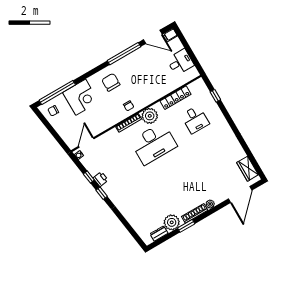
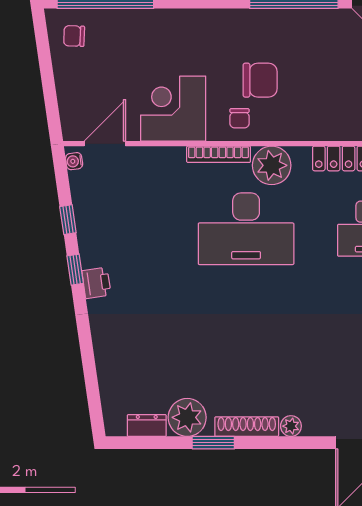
chair: (111, 82) -> (260, 80), moved, turned 90
corner desk: (81, 97) -> (173, 109), moved, turned 180
printer: (101, 179) -> (96, 283), moved

